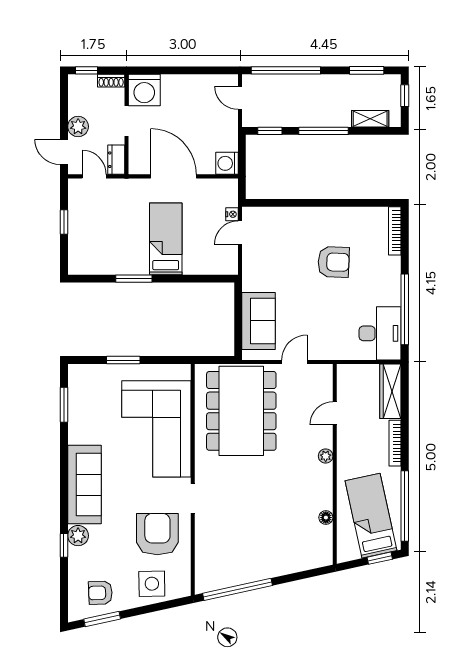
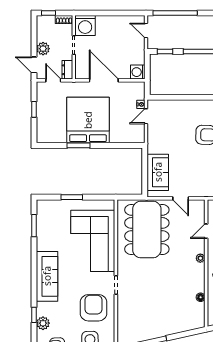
bed: (166, 239) -> (88, 120), width x2.04
door: (294, 362) -> (181, 198), swing flipped
plant: (78, 536) -> (43, 323), moved

